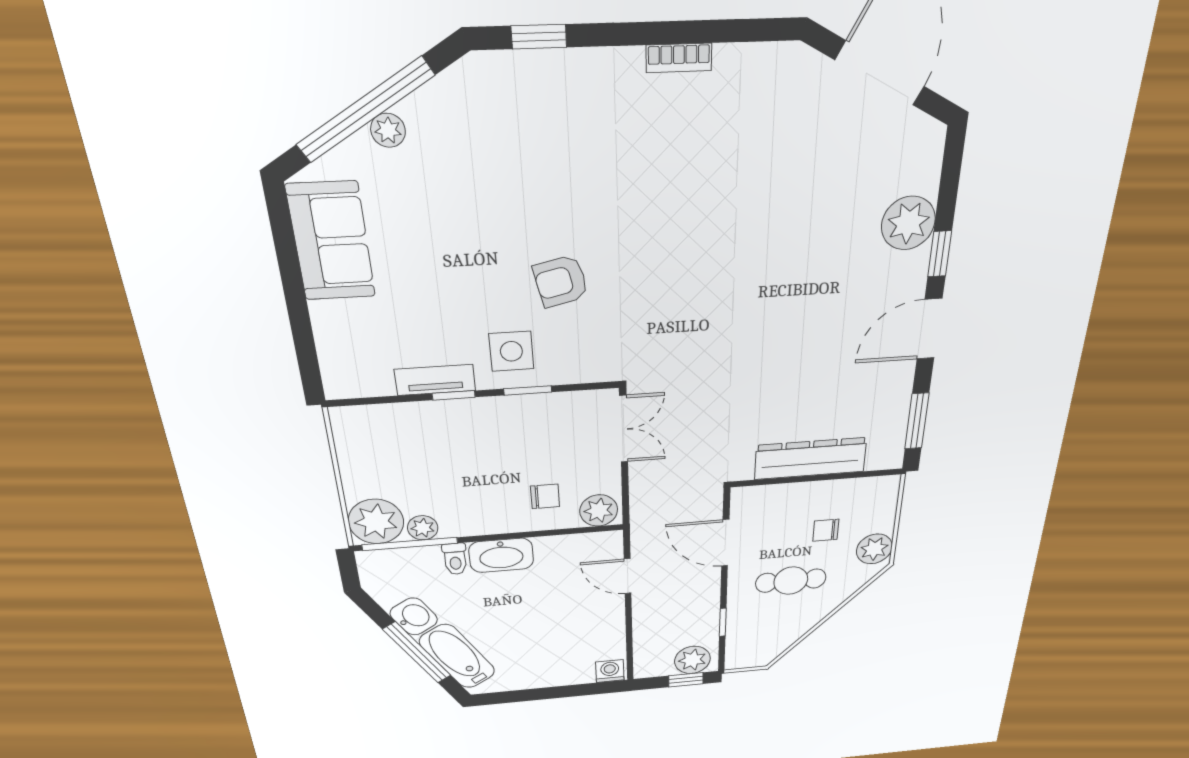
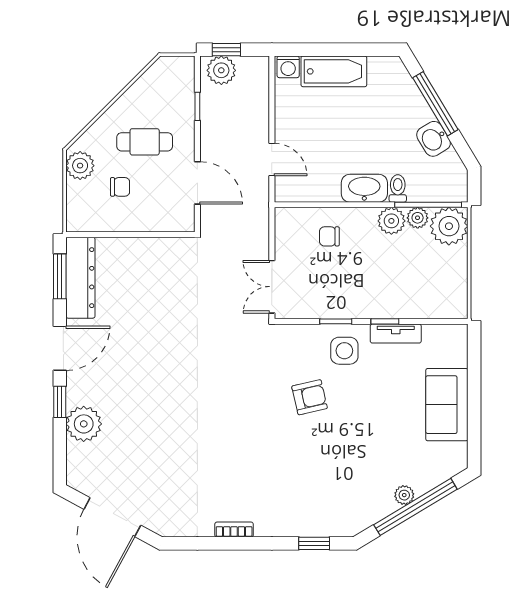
sofa: (331, 241) -> (447, 405), moved
dresser: (811, 459) -> (80, 278), moved, turned -90
plant: (599, 510) -> (391, 221), moved
bathtub: (457, 656) -> (334, 71), moved, turned -59

